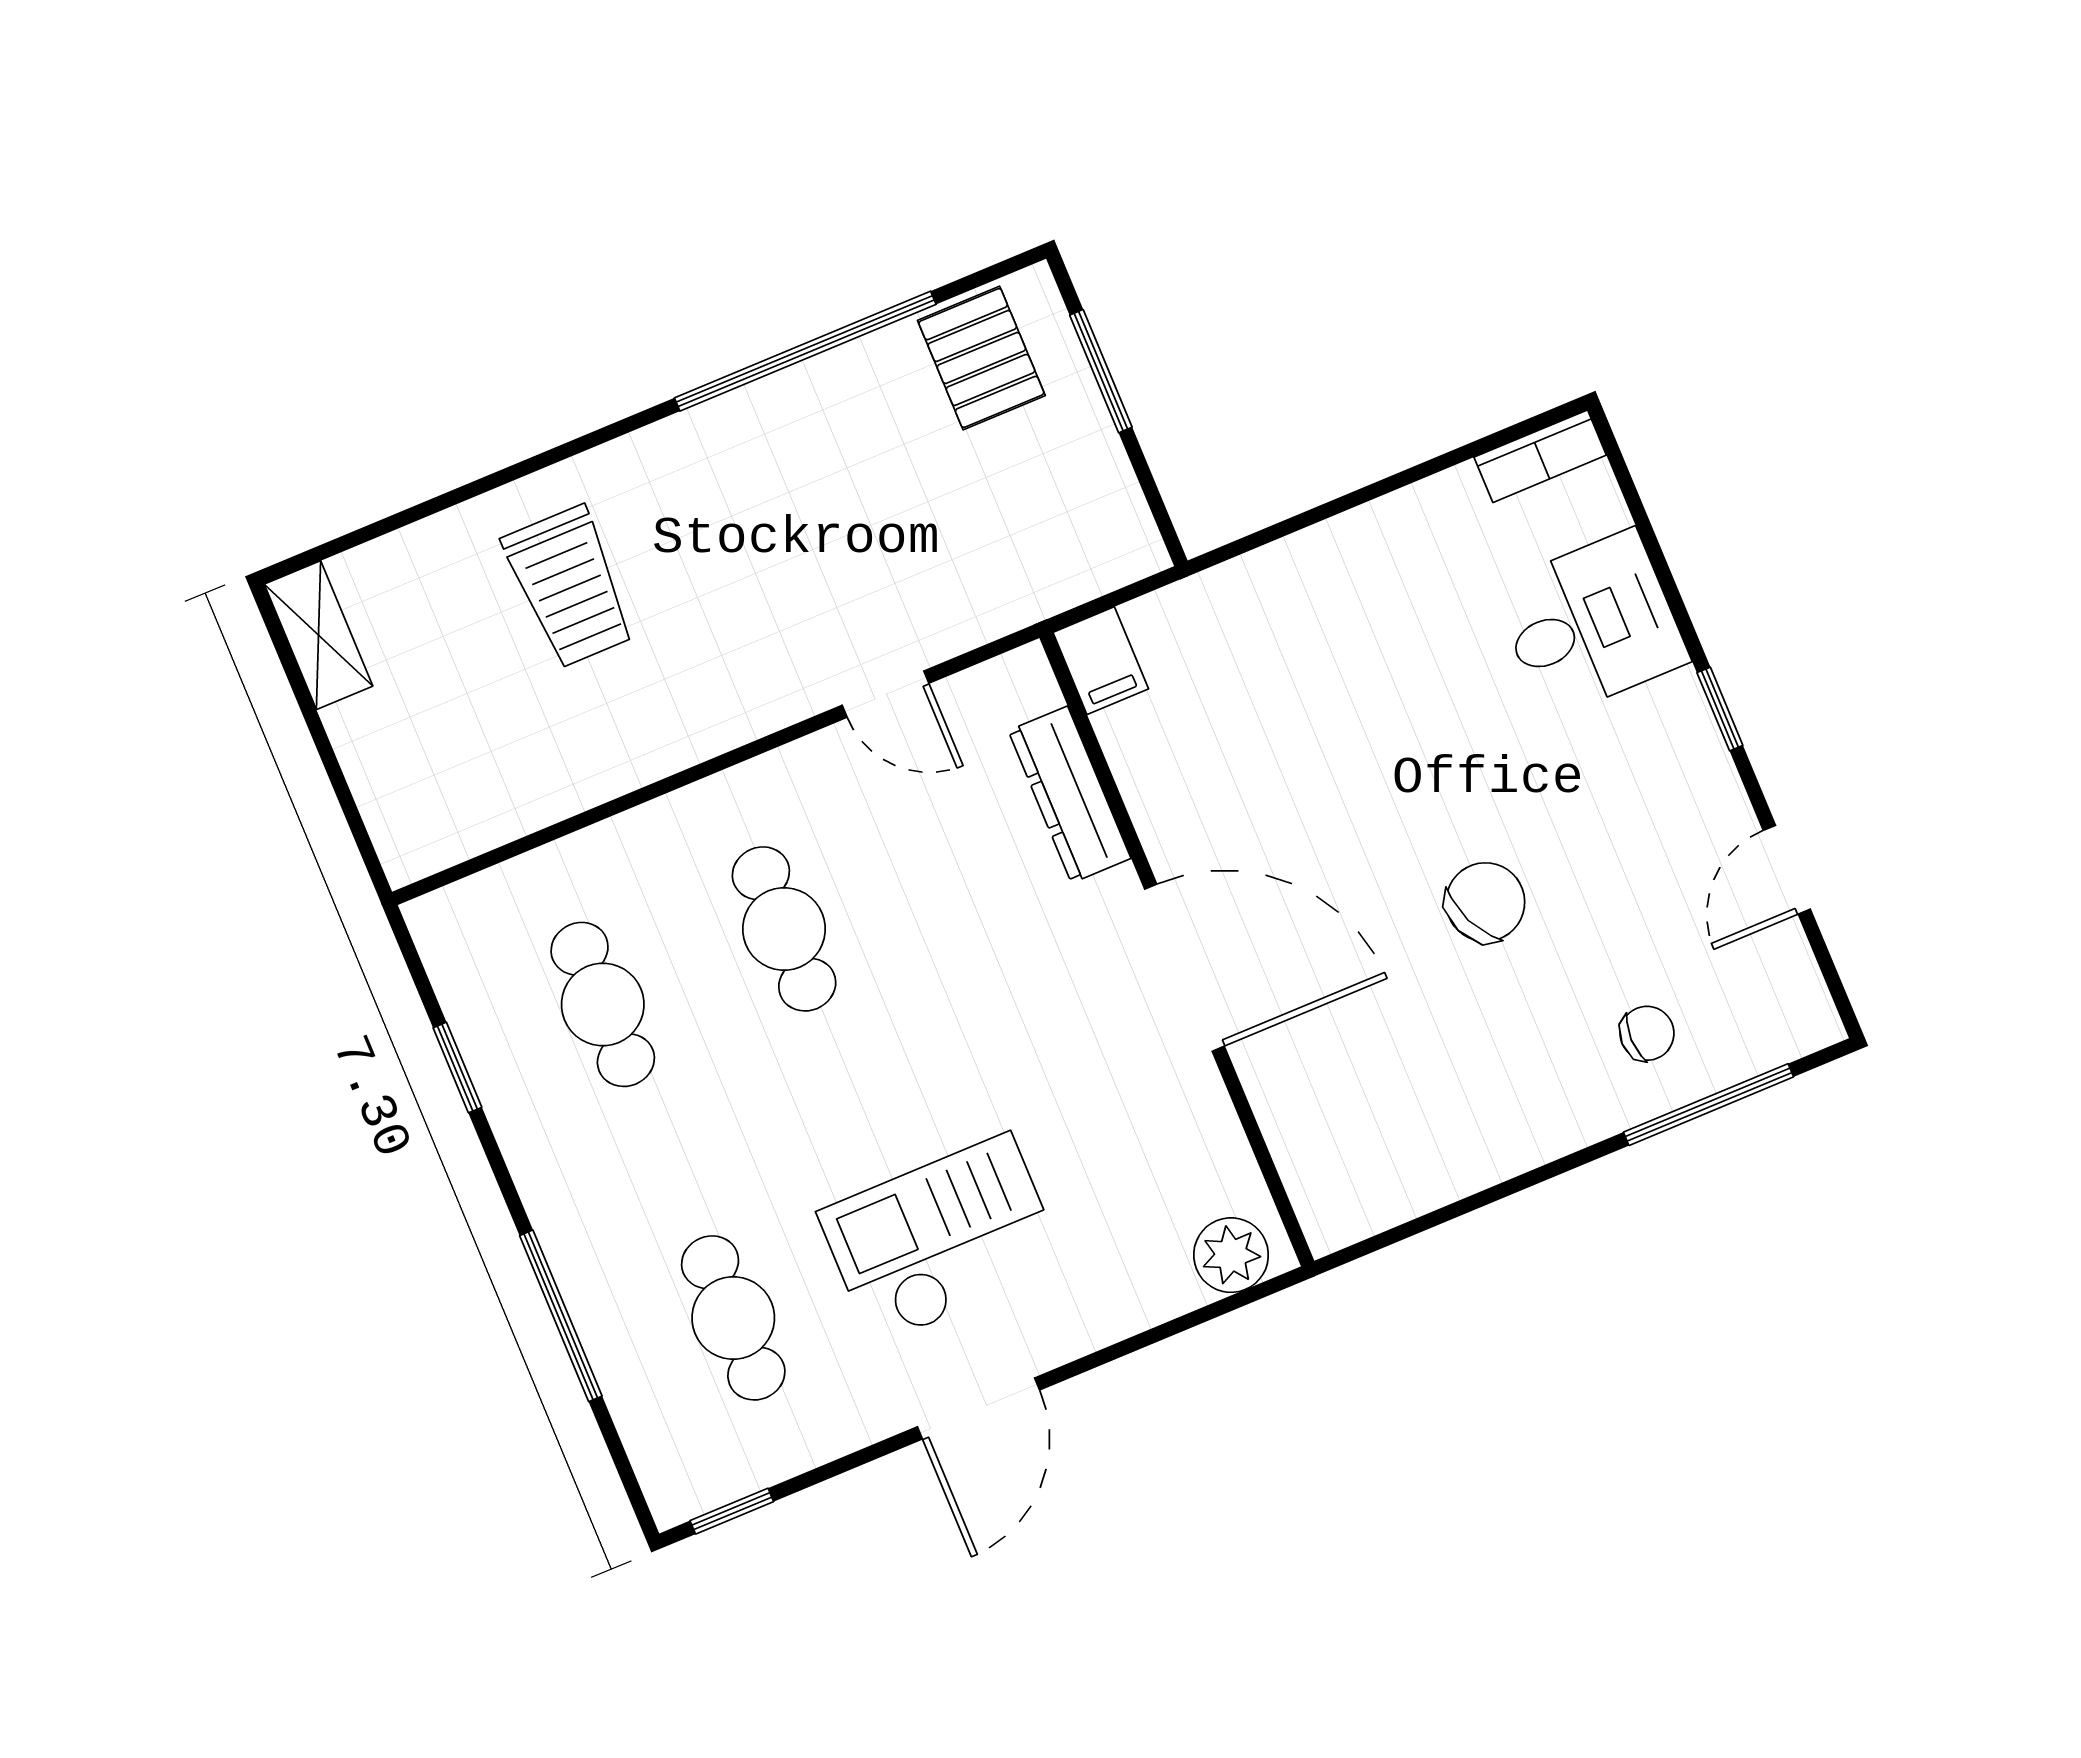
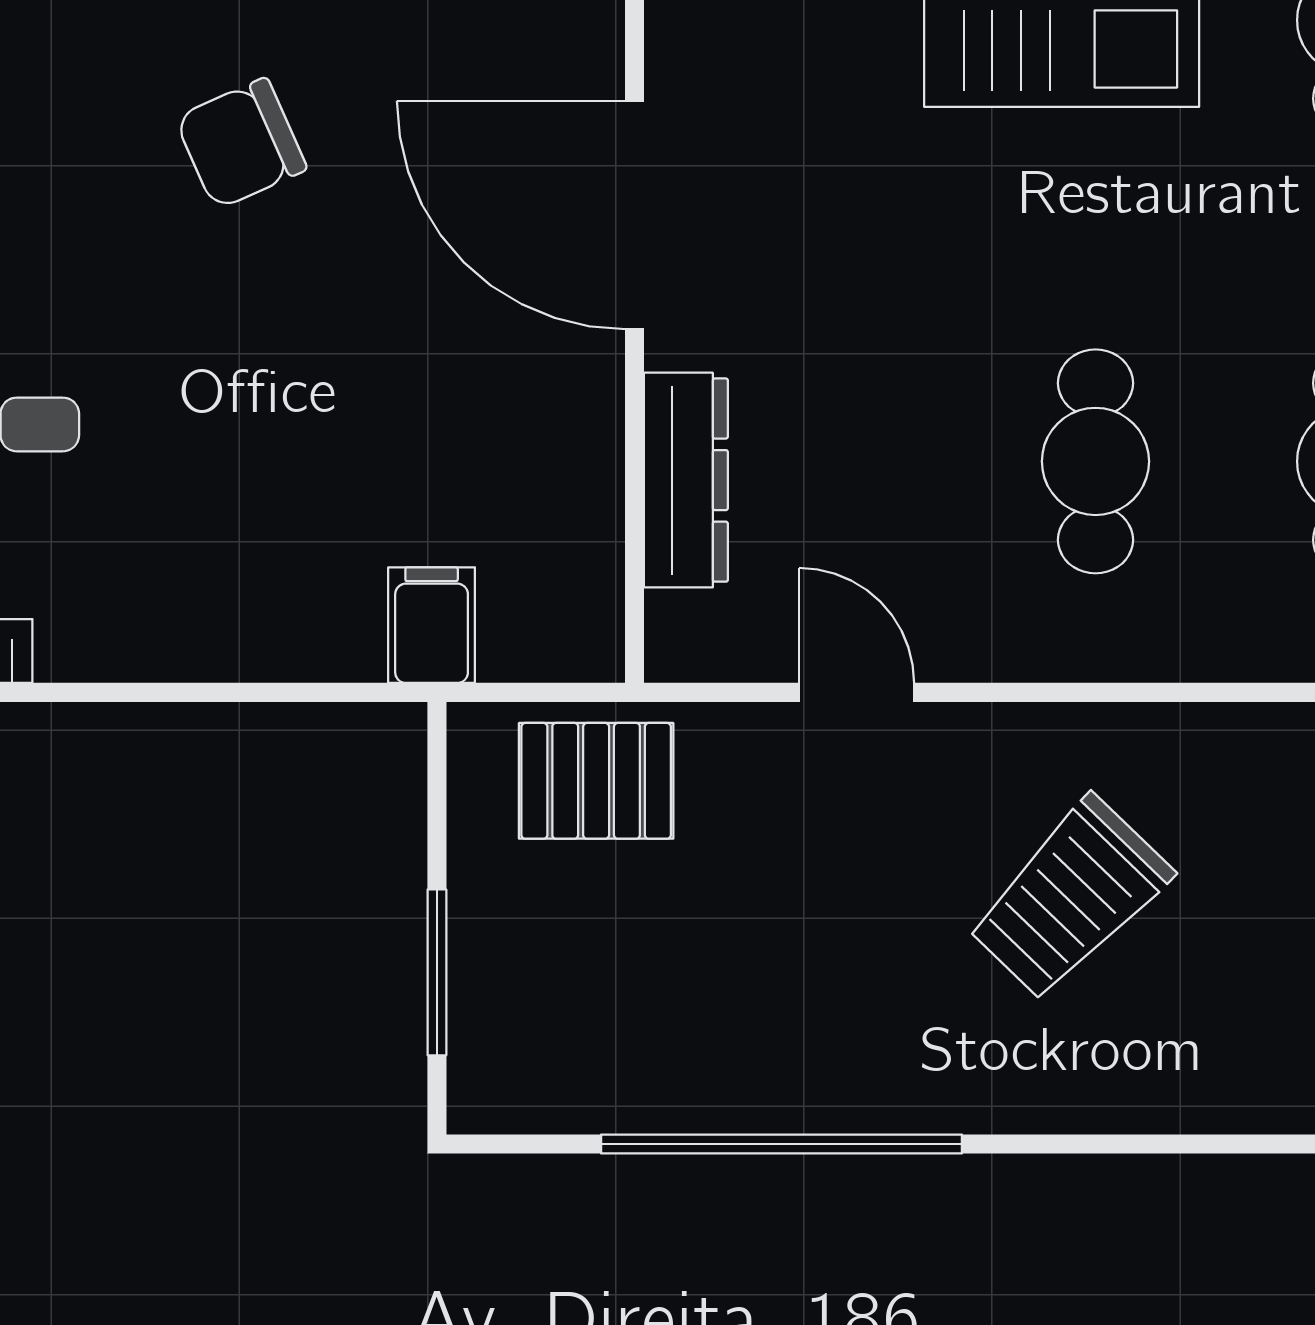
pallet: (981, 358) -> (596, 781), moved, turned 90
trolley: (569, 587) -> (1070, 899), moved, turned -136
filing cabinet: (1101, 661) -> (432, 625), moved

